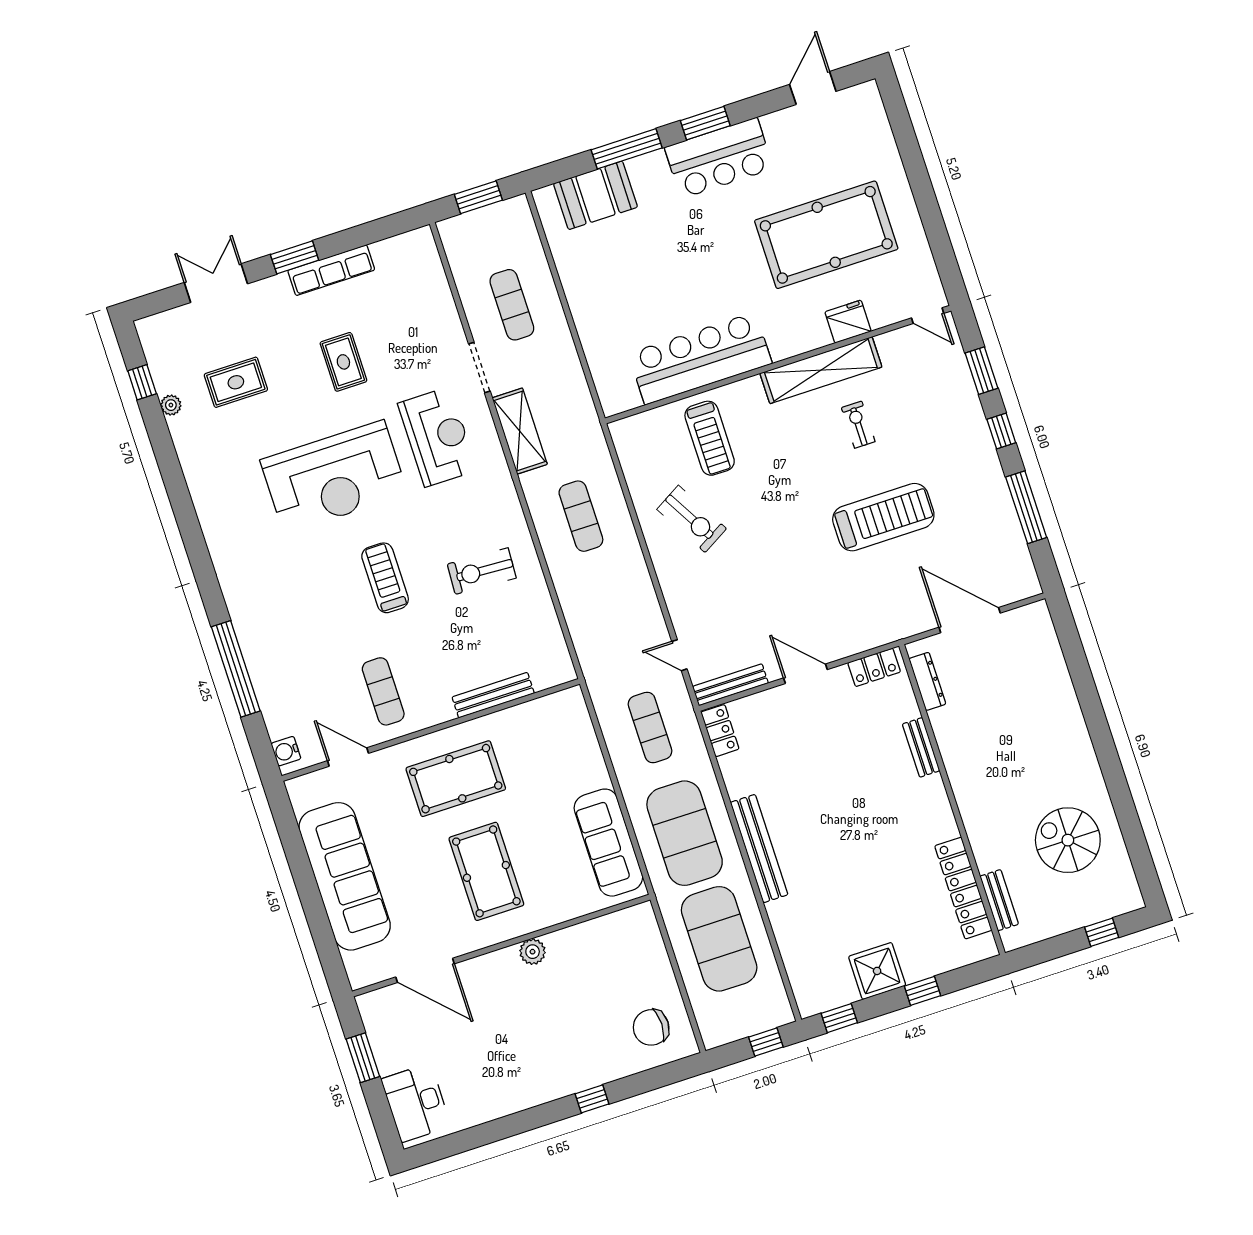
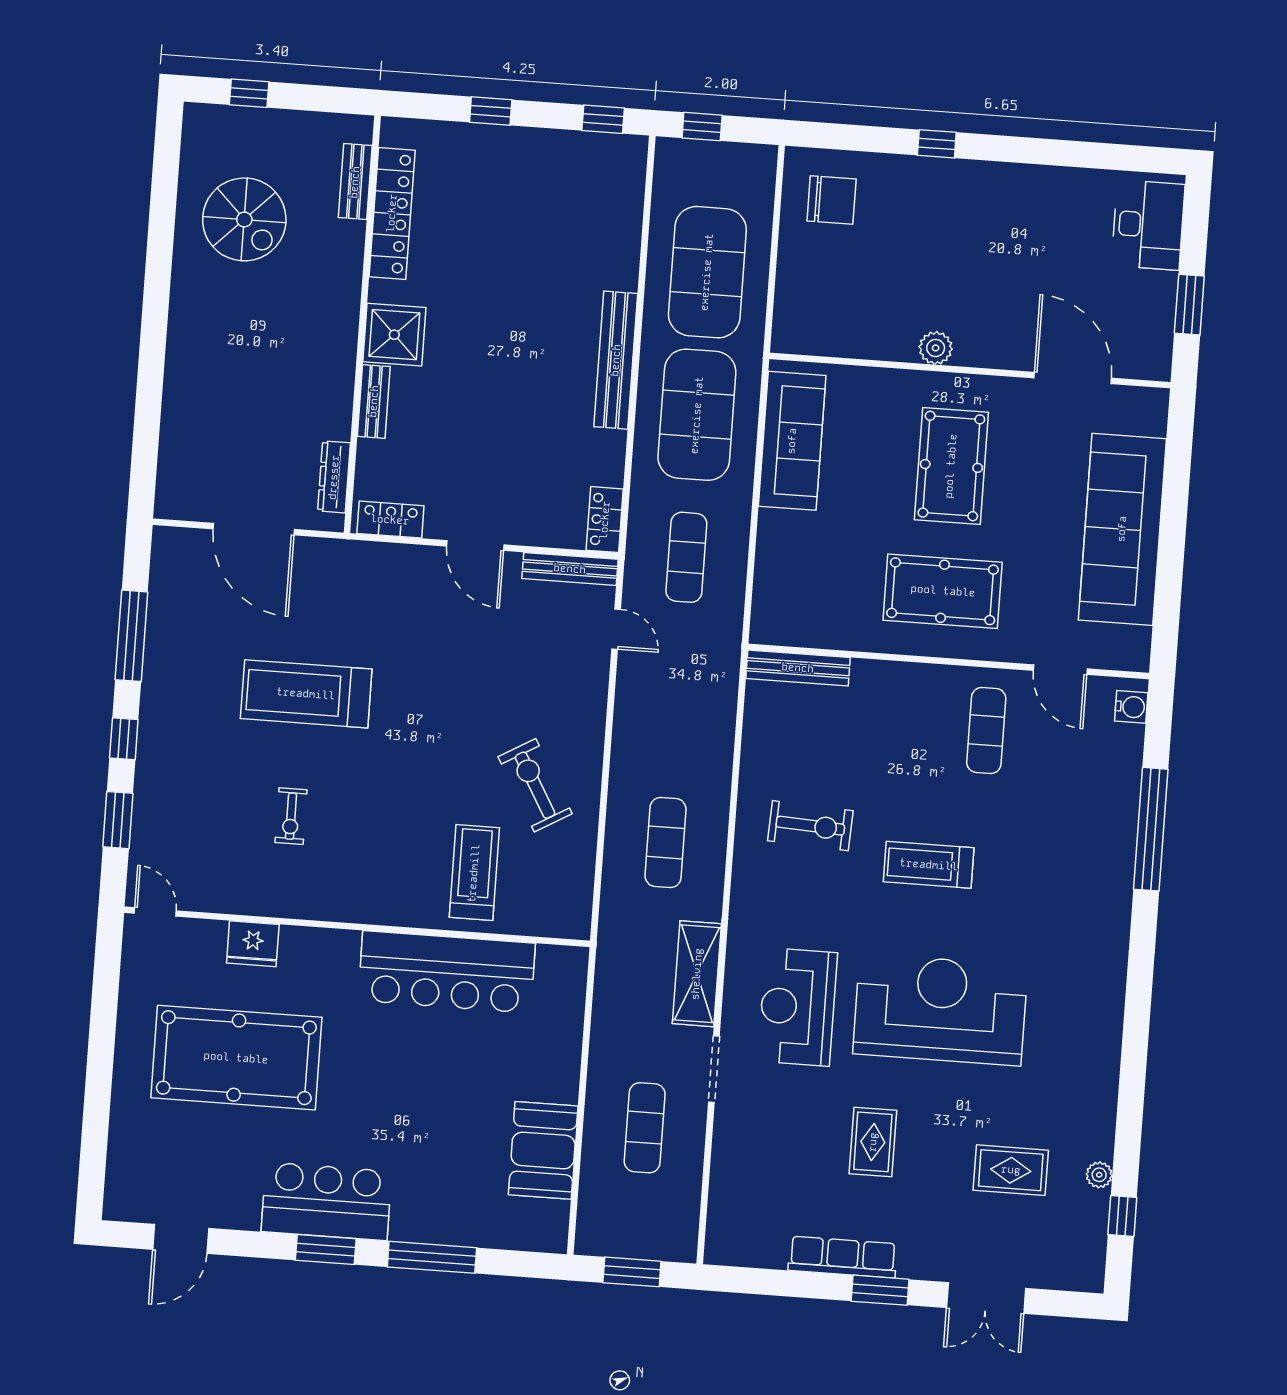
booth: (595, 195) -> (543, 1150), moved, turned 90
shelving: (821, 370) -> (309, 899), removed
treadmill: (385, 578) -> (929, 865), turned 90
bench: (493, 695) -> (798, 668), moved
shower: (877, 971) -> (394, 335), moved

